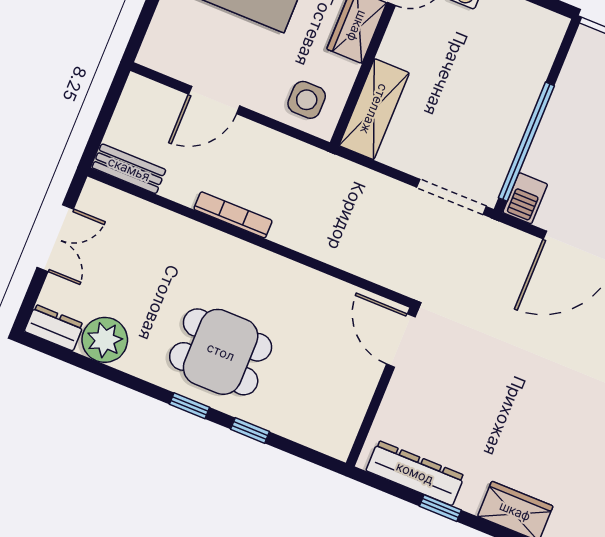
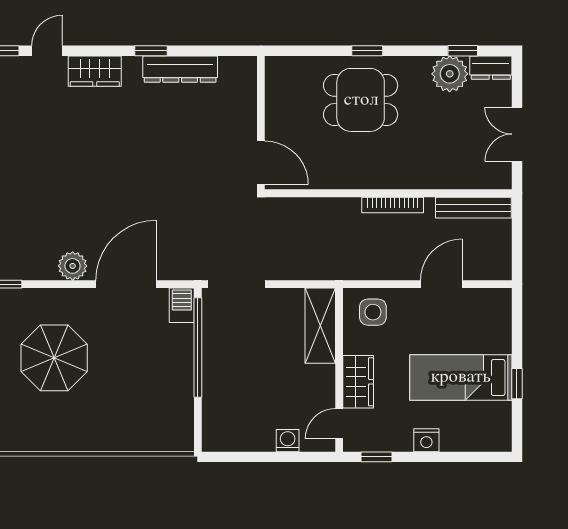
bench: (129, 169) -> (473, 208), width x1.36
door: (401, 341) -> (261, 163), moved
wall: (382, 387) -> (261, 123), moved
window: (250, 430) -> (463, 51), moved

